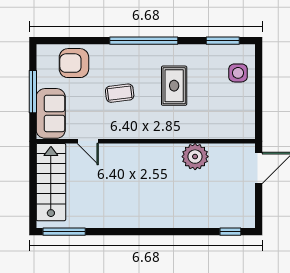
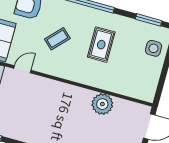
coffee table: (120, 93) -> (57, 39), turned -40
door: (88, 141) -> (22, 69), swing flipped

